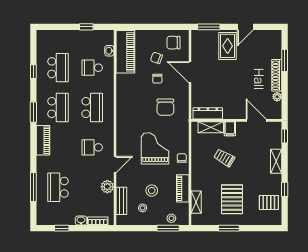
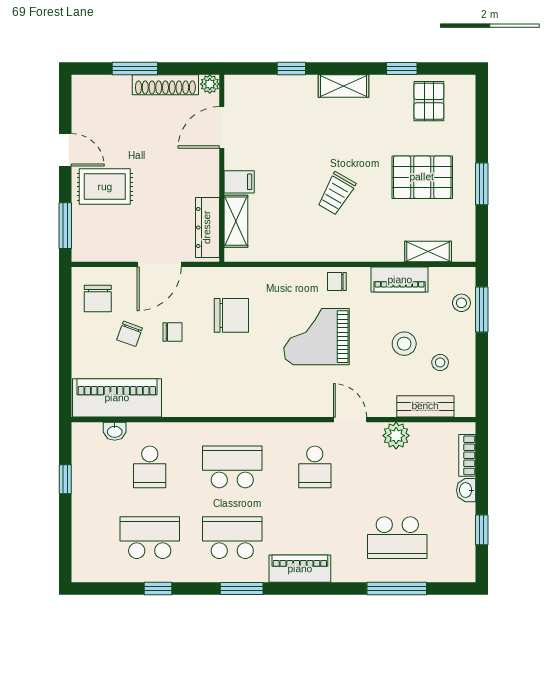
dresser: (208, 113) -> (207, 227), moved
wall: (236, 120) -> (222, 168), moved
door: (256, 120) -> (222, 127), moved
shelving: (211, 127) -> (236, 221), moved
filing cabinet: (230, 129) -> (239, 182), moved

